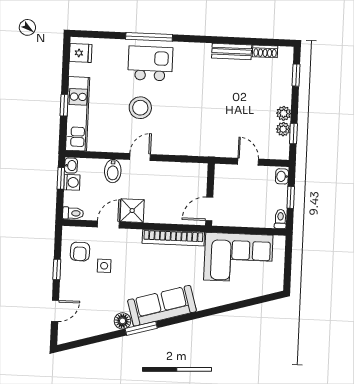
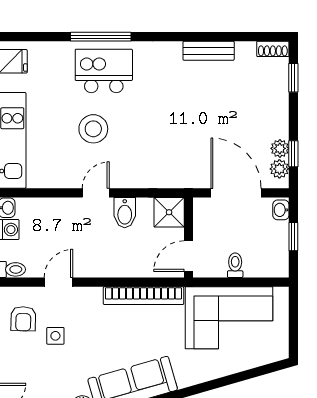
shoe rack: (265, 51) -> (273, 49), moved
plant: (284, 113) -> (279, 169), moved
door: (248, 162) -> (236, 193), width x1.88
bidet: (113, 171) -> (125, 213), moved
shower: (132, 211) -> (169, 212), moved
toilet: (280, 219) -> (235, 265), moved

